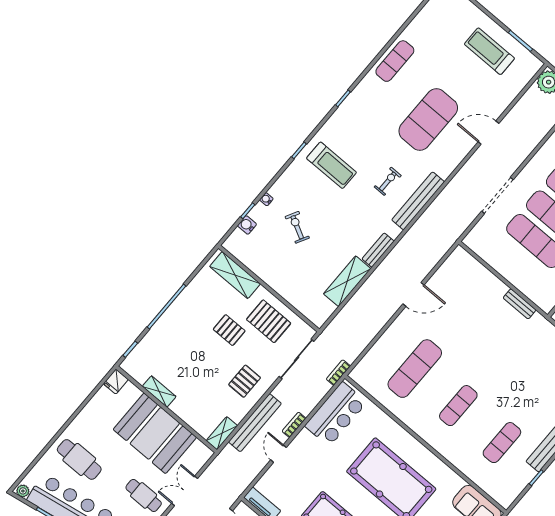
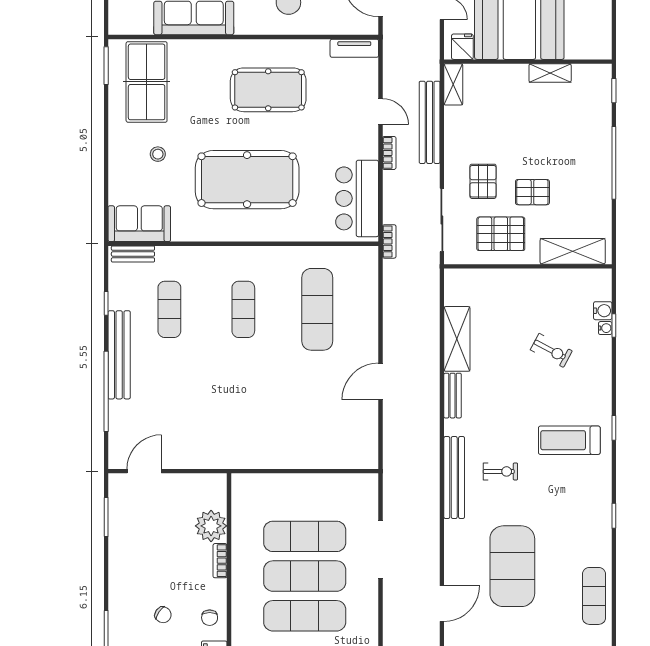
exercise bike: (388, 181) -> (500, 471), turned -90
water cooler: (266, 199) -> (605, 328), moved
bench: (520, 304) -> (133, 254), moved
pallet: (245, 381) -> (483, 181), moved
fridge: (116, 382) -> (462, 47), moved

